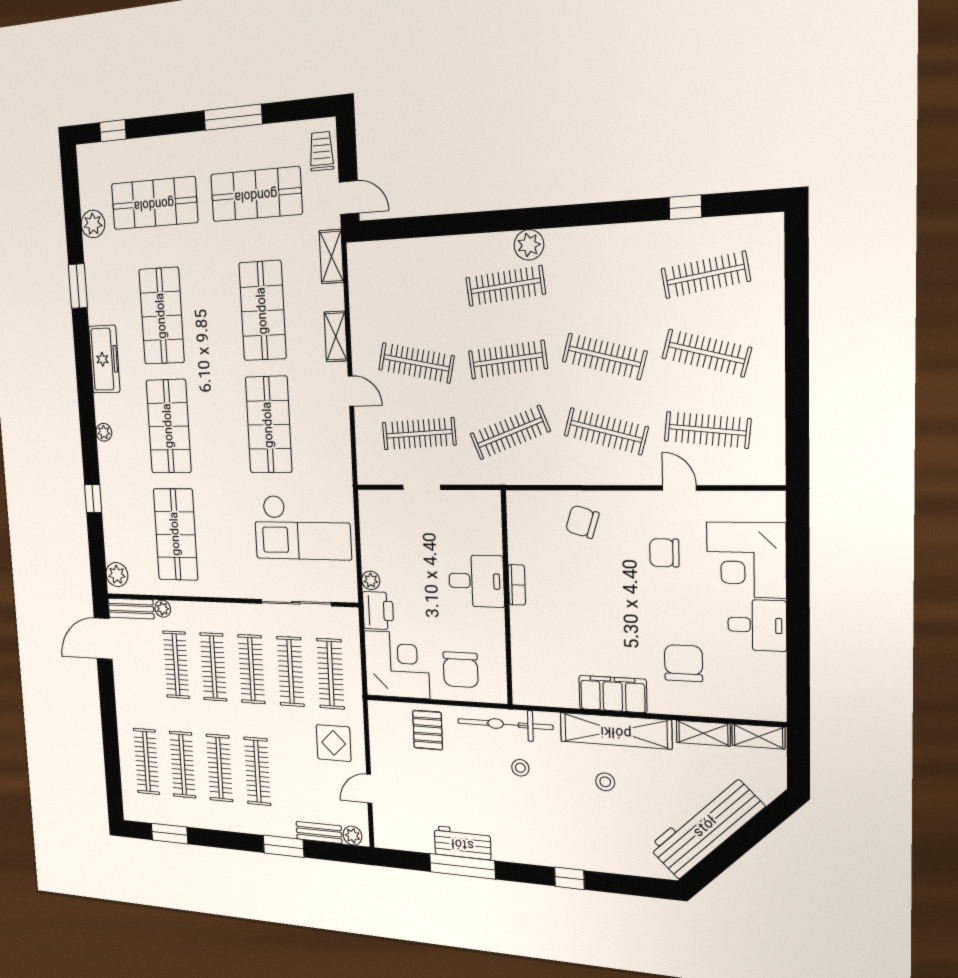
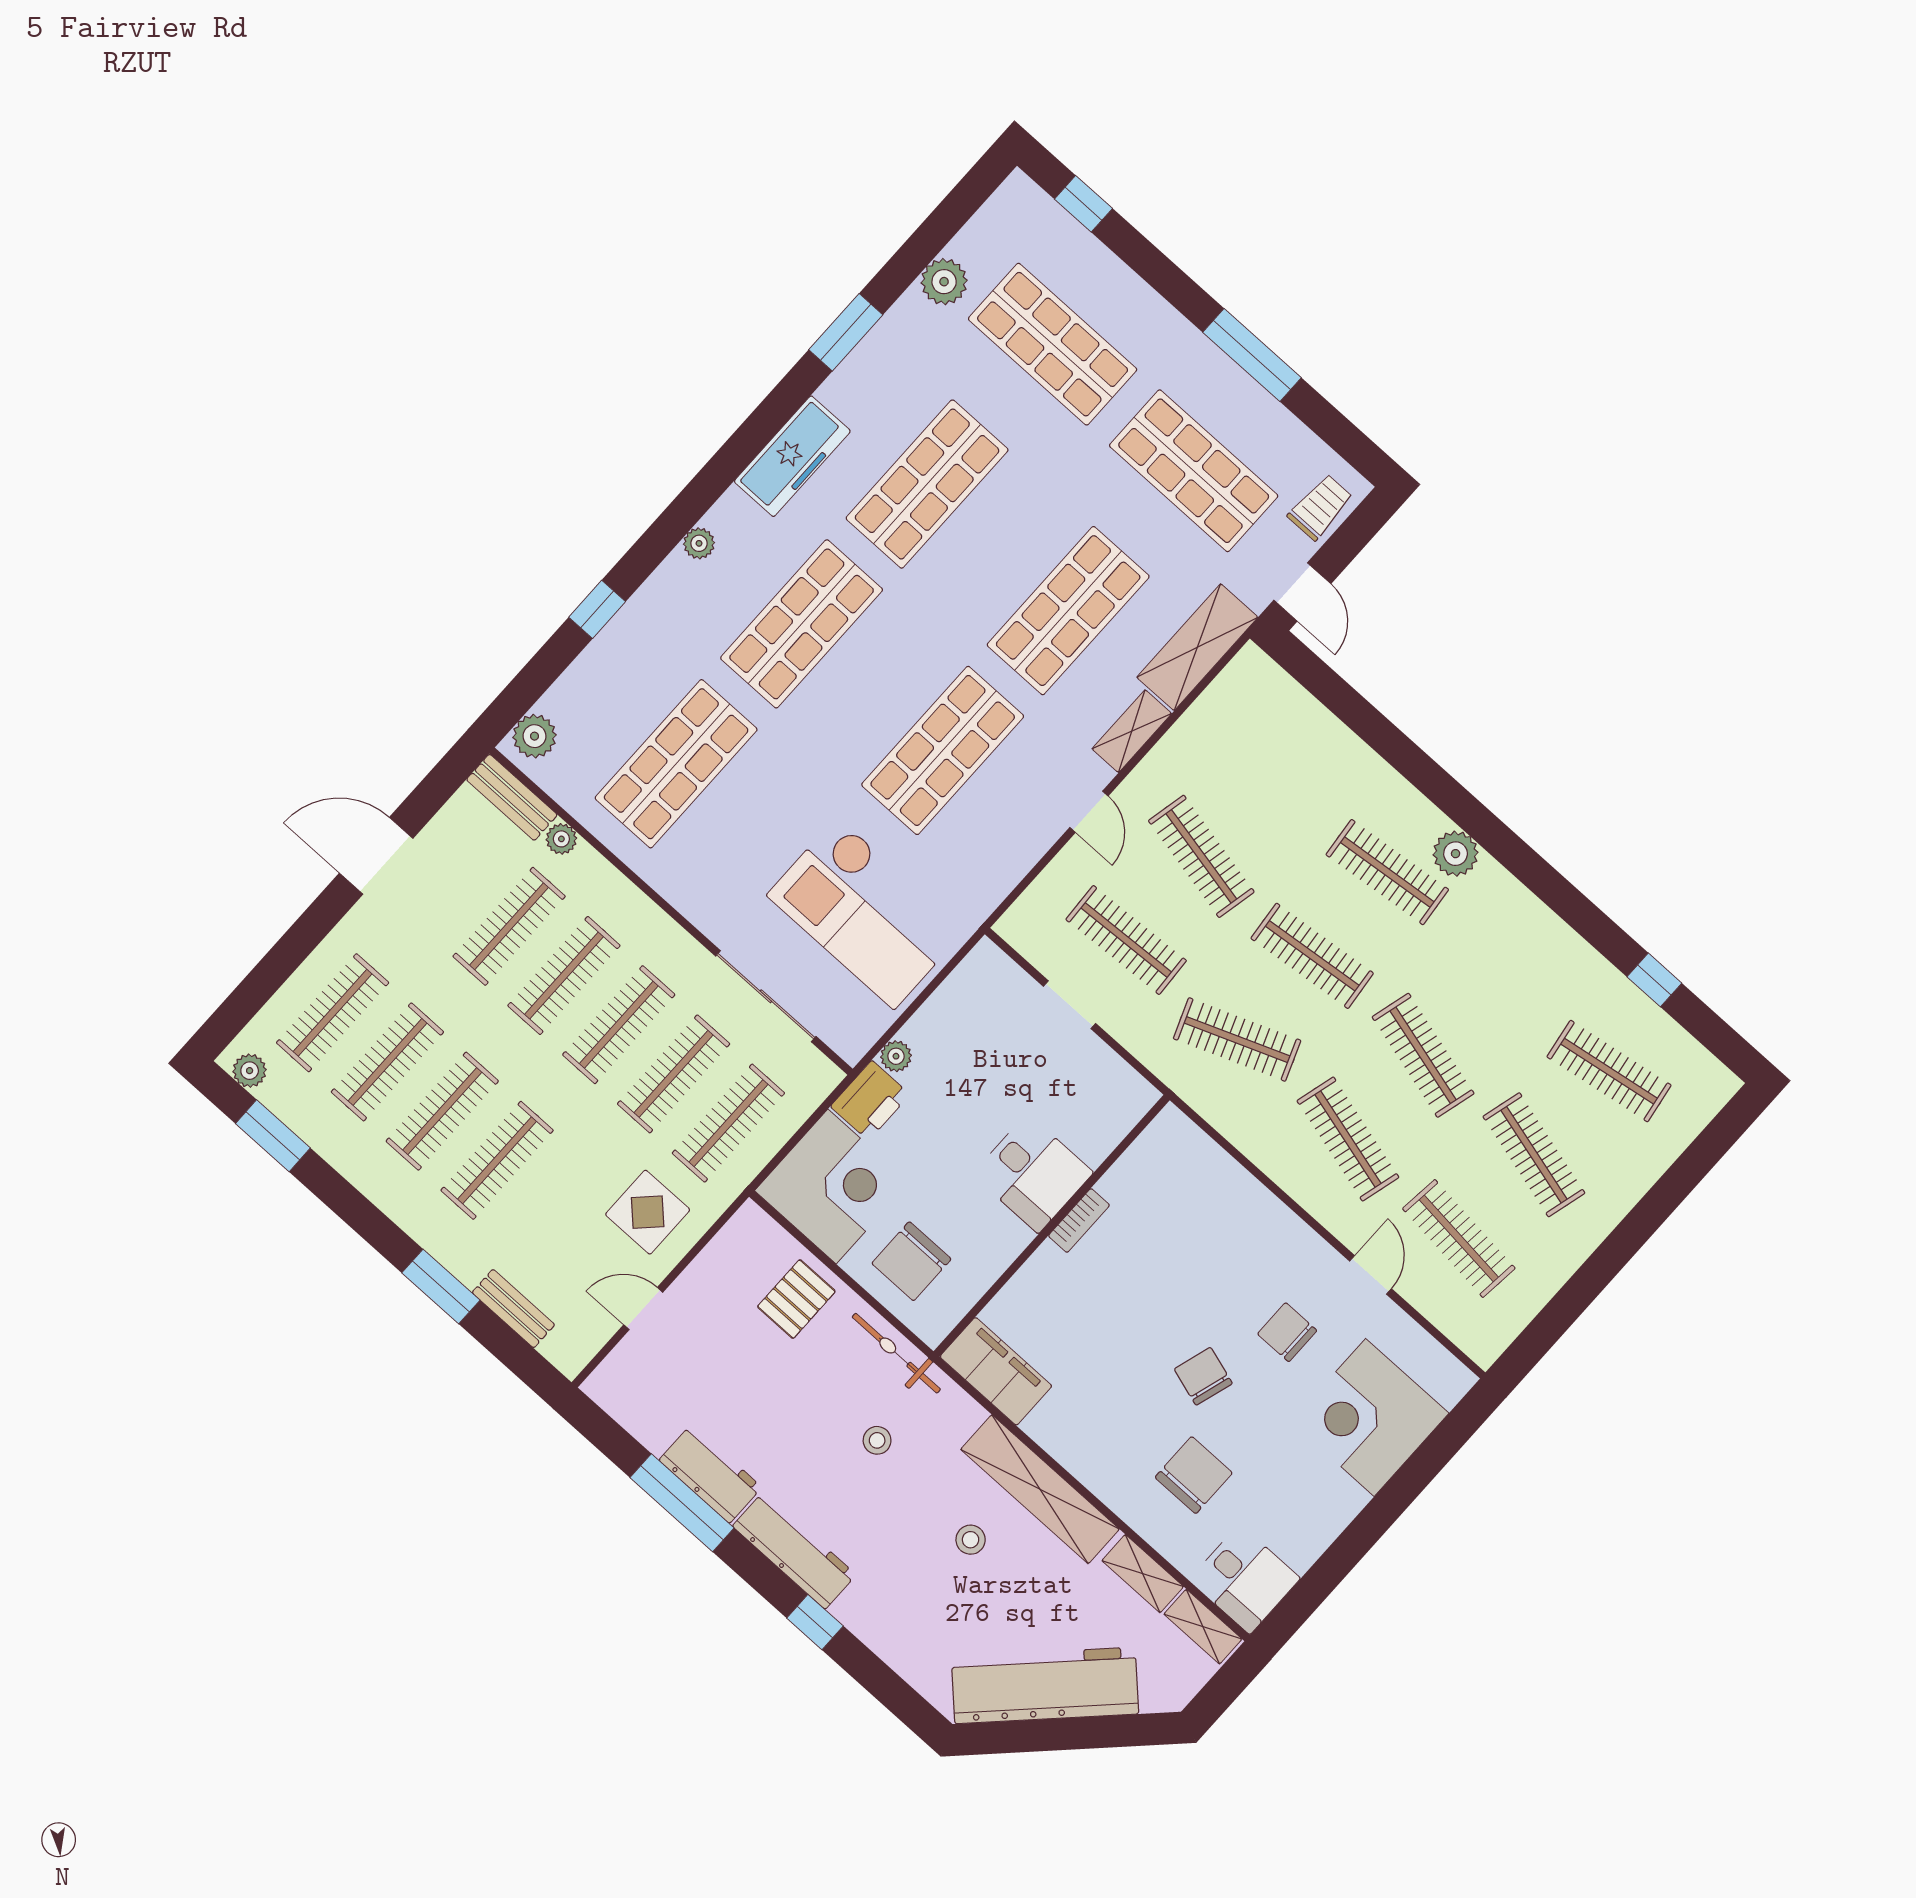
shelving: (331, 257) -> (1197, 647), width x1.50, depth x1.33
chair: (582, 522) -> (1203, 1376), moved
desk: (757, 625) -> (1245, 1579), moved
door: (103, 639) -> (376, 856), moved
filing cabinet: (613, 694) -> (996, 1371), moved
bicycle: (505, 724) -> (896, 1353), width x0.73, depth x0.71
plant: (352, 836) -> (250, 1071), moved
workbench: (530, 850) -> (794, 1550), added

